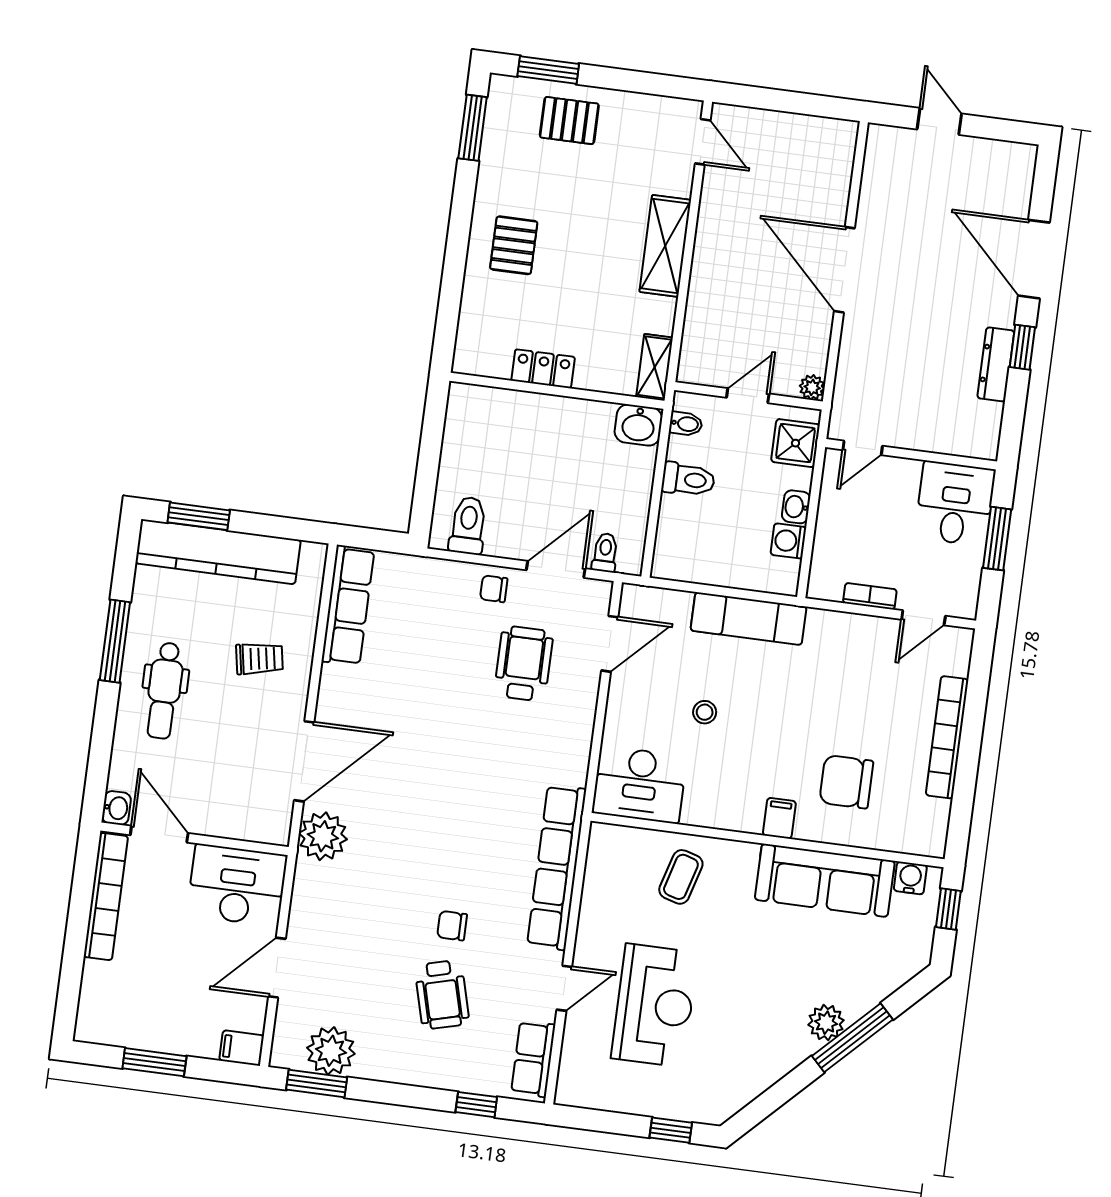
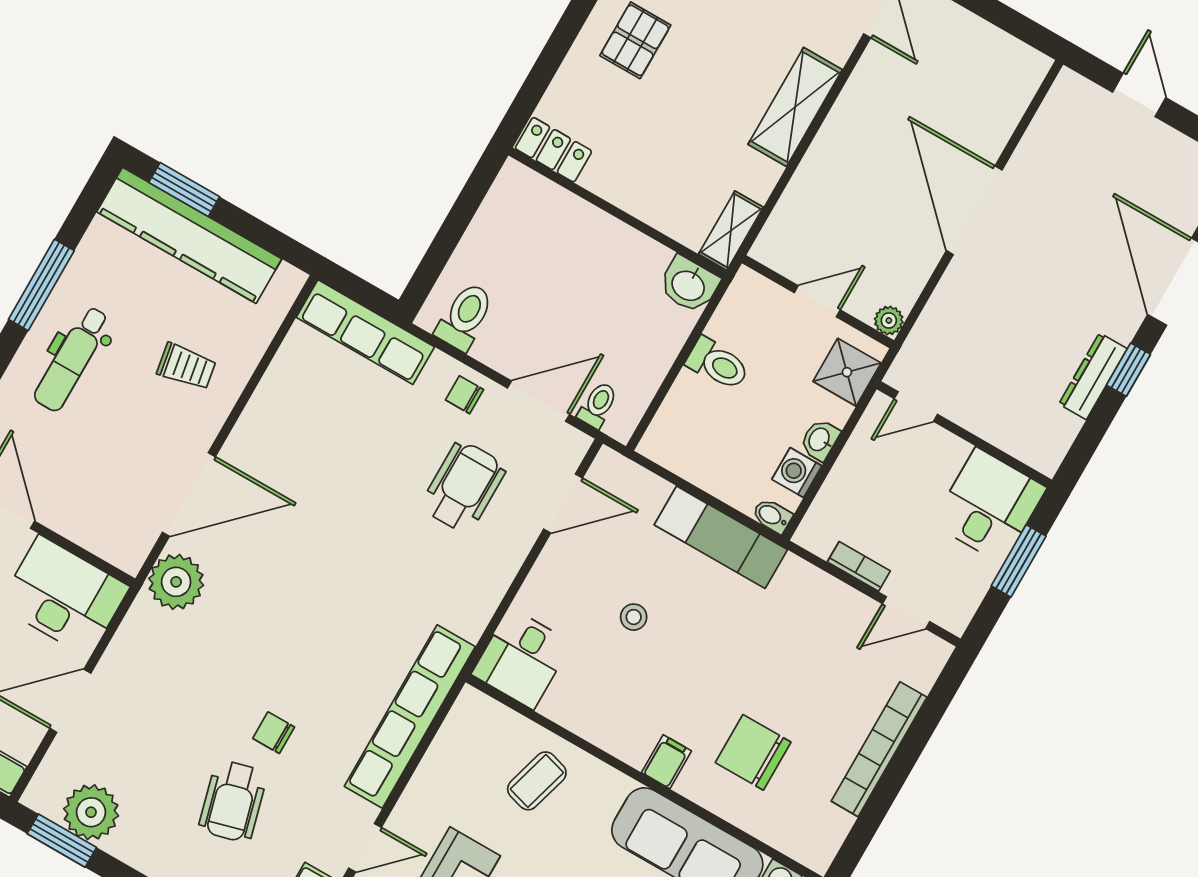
locker: (543, 369) -> (553, 150), moved
bidet: (686, 424) -> (772, 516), moved, turned 180
row of seats: (348, 606) -> (365, 332), moved, turned 90
desk: (640, 785) -> (522, 659), width x0.73

